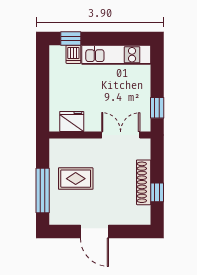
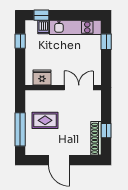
window: (43, 73) -> (20, 41), added
window: (157, 108) -> (106, 42), moved
shoe rack: (144, 182) -> (96, 138), moved

